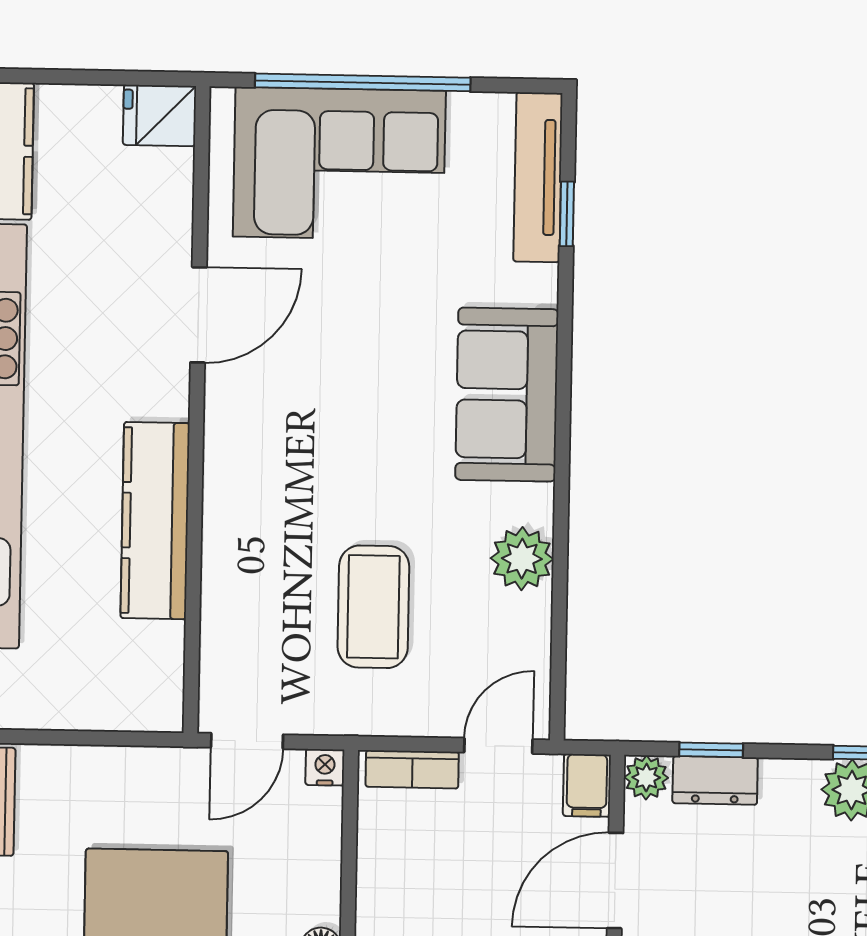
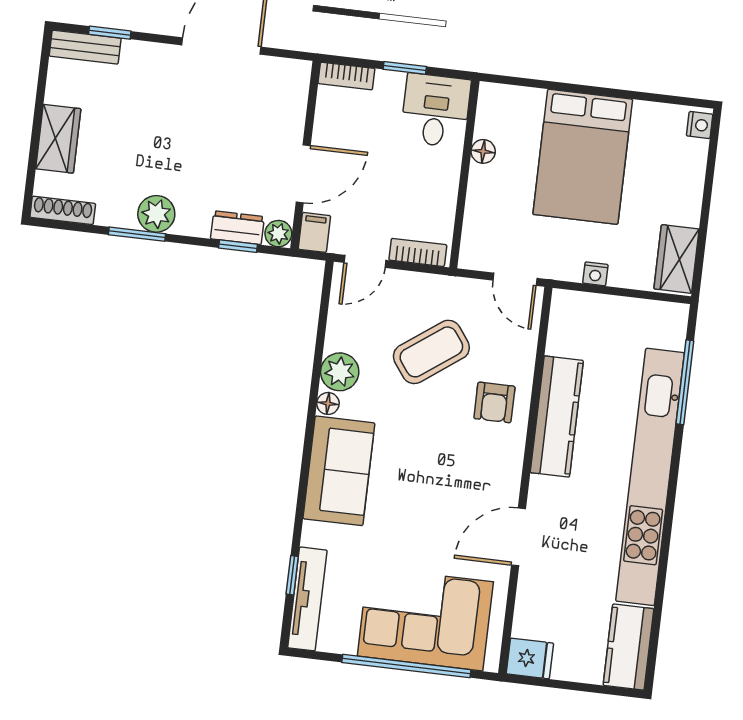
floor lamp: (536, 504) -> (328, 403), added
armchair: (261, 534) -> (494, 402), added
coffee table: (373, 607) -> (431, 352), turned 54
door: (247, 741) -> (515, 279), swing flipped
nightstand: (325, 767) -> (595, 274), moved

